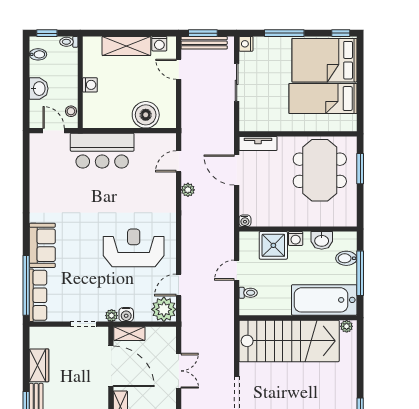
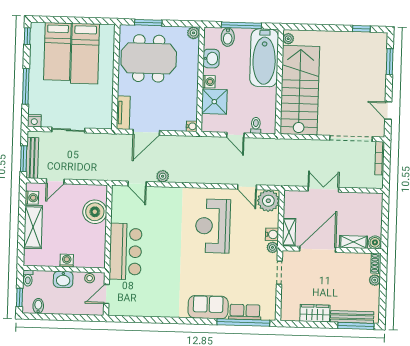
bed: (324, 60) -> (57, 52), width x0.67
washbasin: (39, 89) -> (63, 279), moved, turned 180
plant: (350, 220) -> (193, 33), added
row of seats: (38, 295) -> (245, 312), width x0.68

